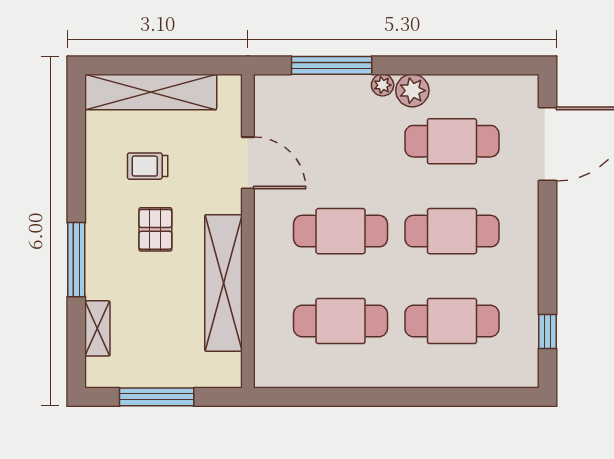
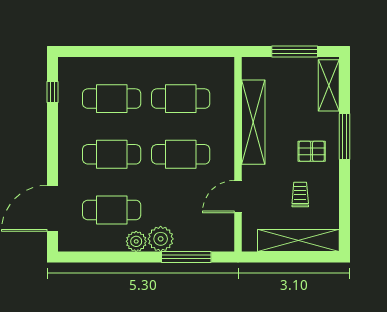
plant: (383, 85) -> (161, 239), width x1.88, depth x1.88
door: (248, 163) -> (238, 197), hinge flipped
trolley: (148, 166) -> (300, 195), turned -90
pallet: (155, 229) -> (312, 151), moved, turned 90
shelving: (97, 328) -> (329, 85), width x1.50, depth x1.33

